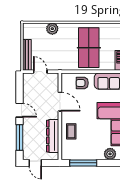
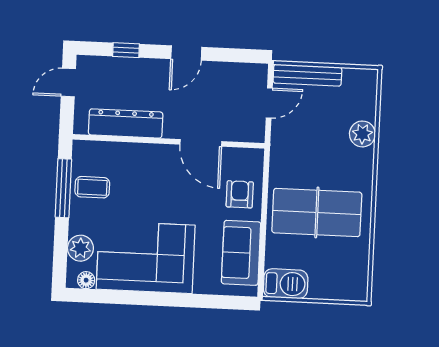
door: (60, 102) -> (201, 143), hinge flipped
coffee table: (71, 131) -> (92, 187), moved
window: (19, 137) -> (126, 50), width x0.46

